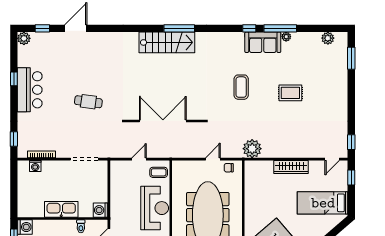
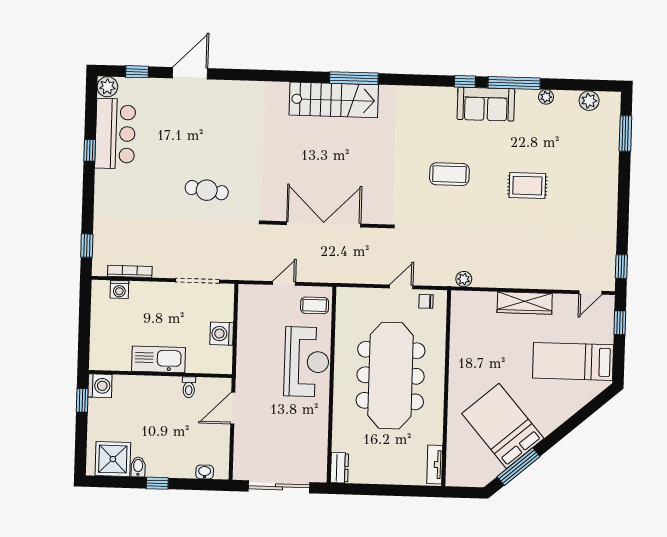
plant: (286, 37) -> (546, 97), moved
coffee table: (241, 87) -> (449, 174), turned 90
bar counter: (30, 90) -> (115, 134), moved
plant: (252, 149) -> (464, 279), width x0.53, depth x0.53
washing machine: (101, 210) -> (222, 334), moved

